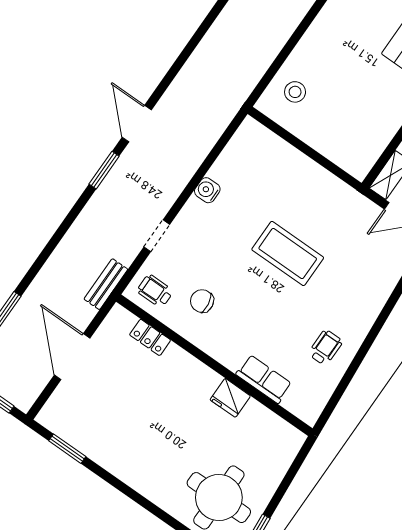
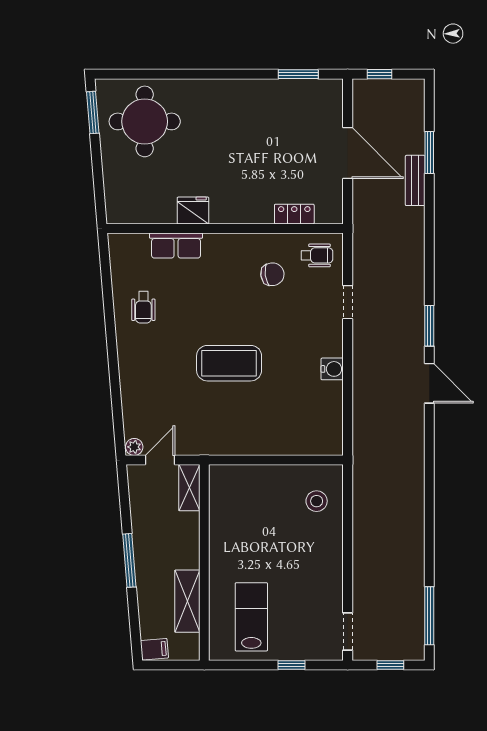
bench: (106, 284) -> (415, 180), moved

